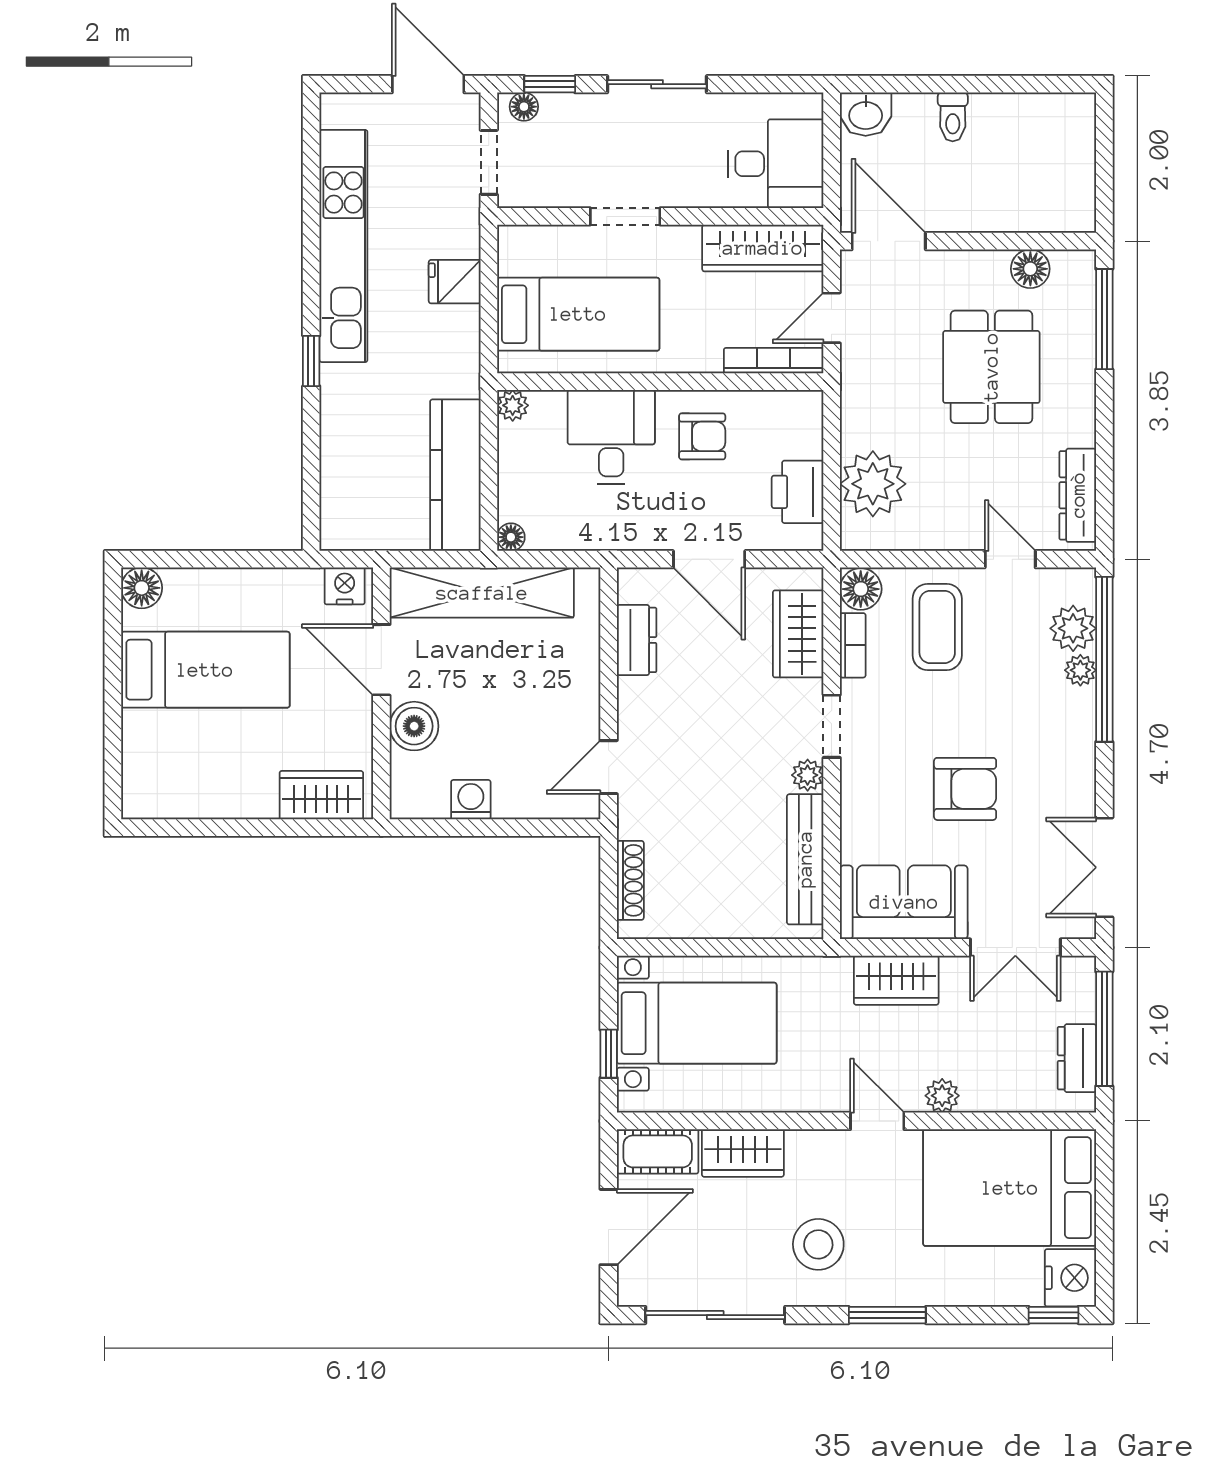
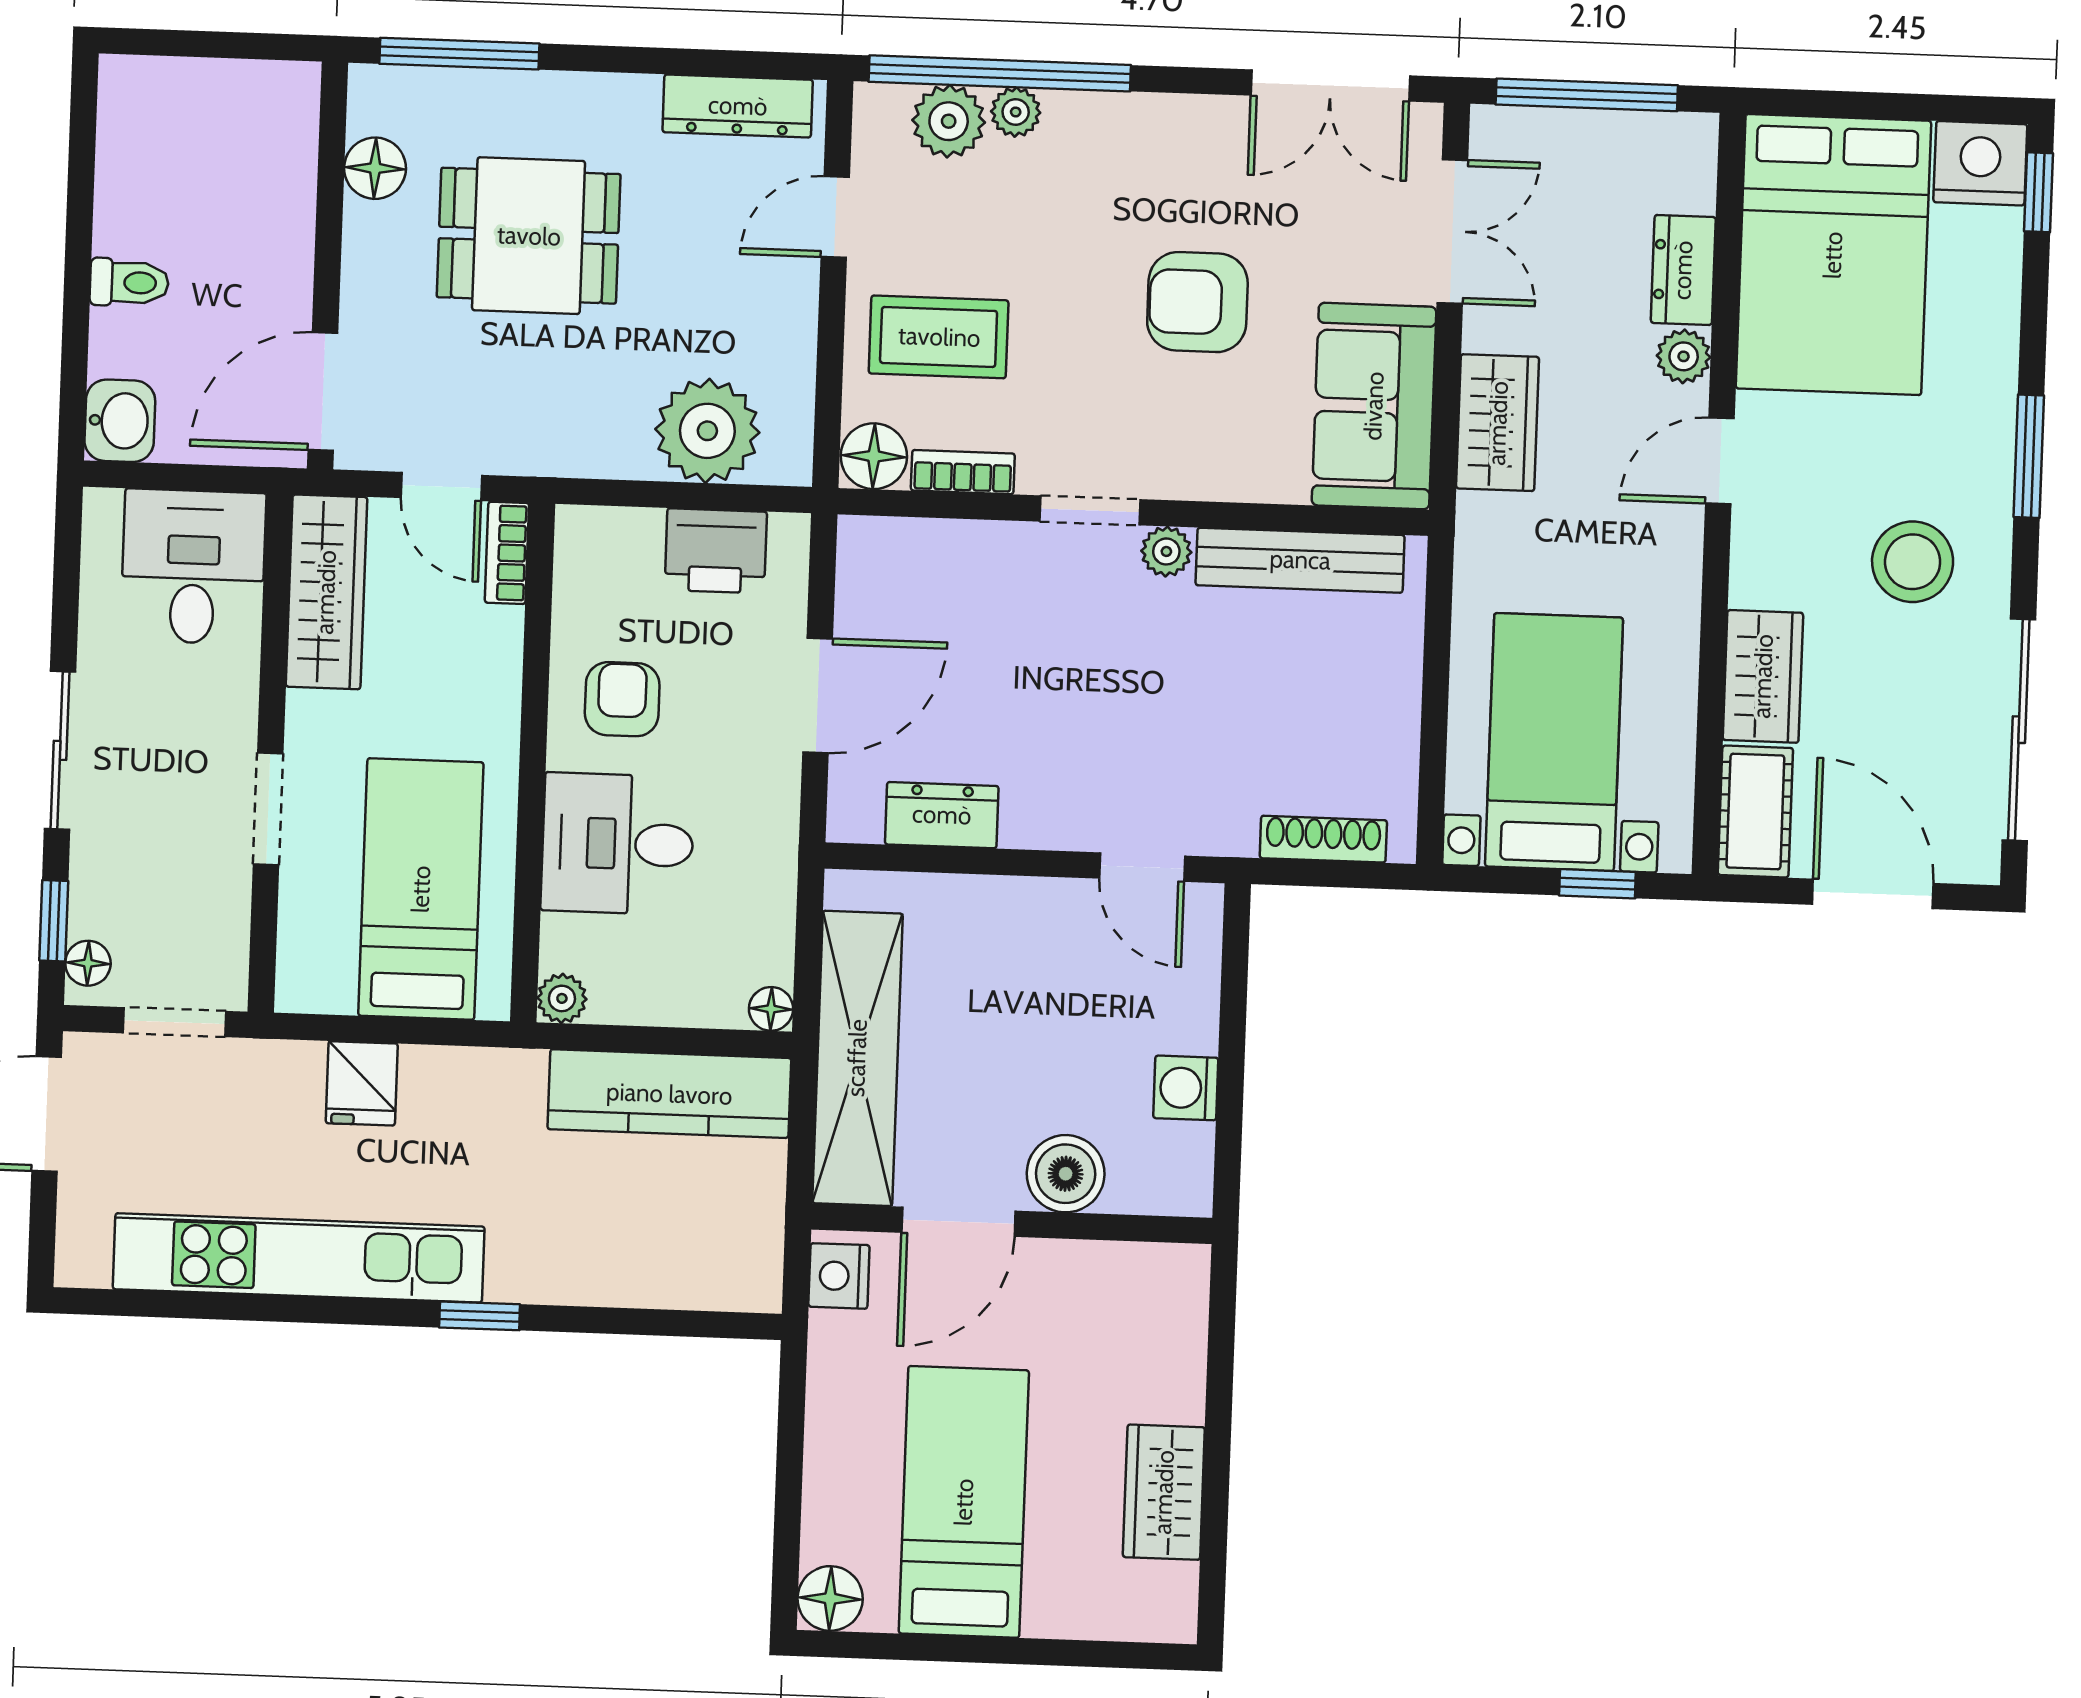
bookcase: (774, 361) -> (507, 553), width x0.64
wardrobe: (798, 634) -> (941, 558), removed
armchair: (965, 789) -> (1197, 302), turned -90
wardrobe: (321, 795) -> (1164, 1492), moved
dresser: (1077, 1058) -> (1683, 270), moved, turned 90

